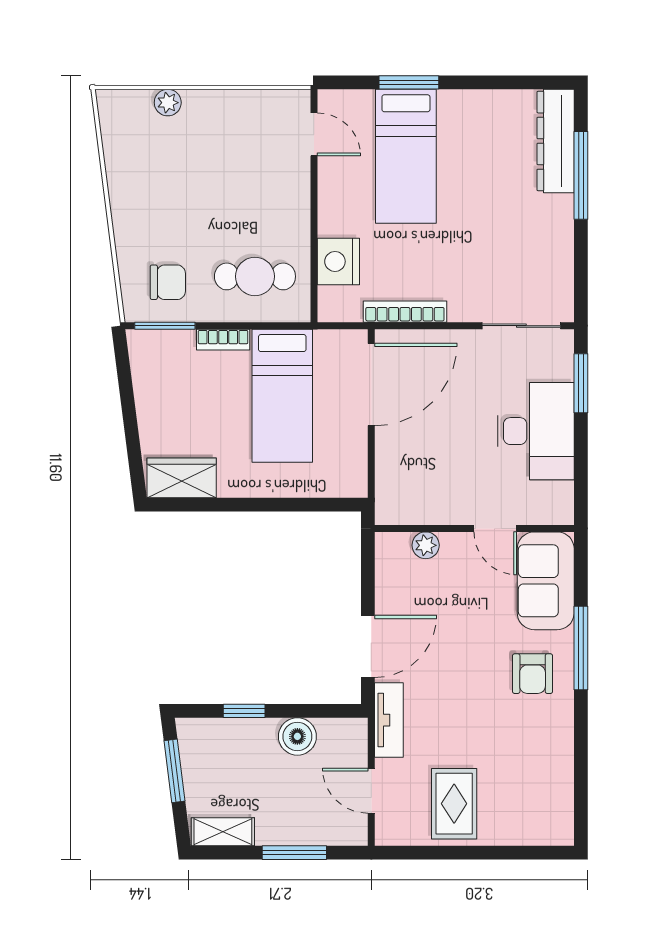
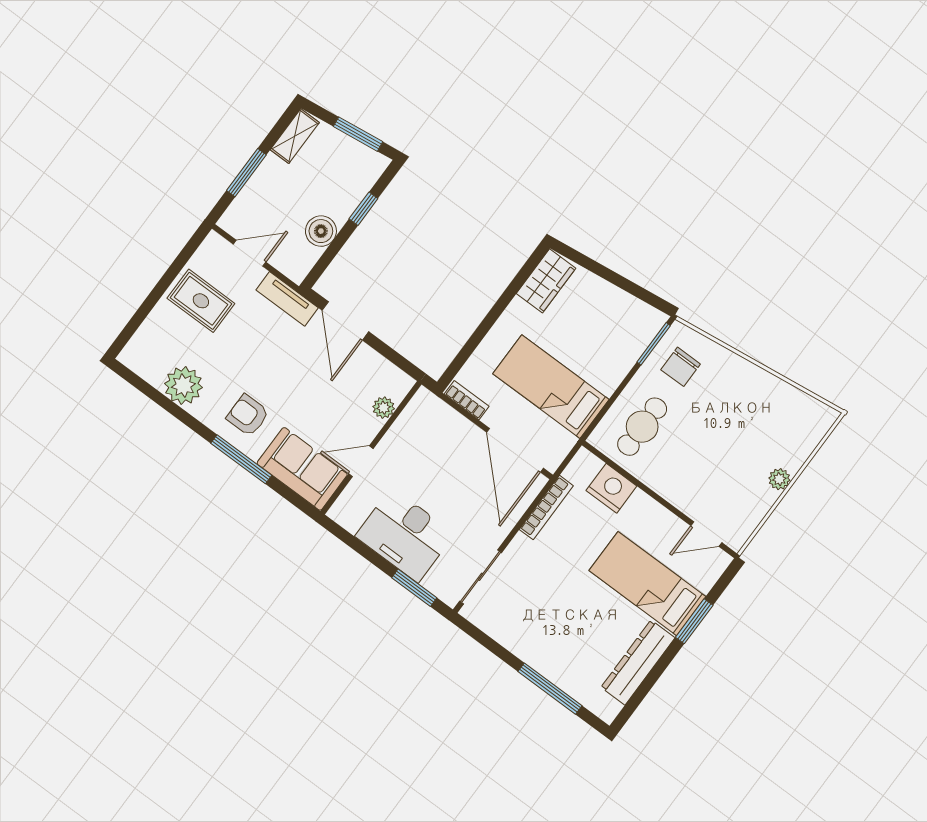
plant: (168, 103) -> (779, 479), moved
dresser: (556, 141) -> (638, 663), moved, turned -90
bookcase: (223, 340) -> (467, 400), moved, turned 90
plant: (550, 759) -> (183, 385), added

